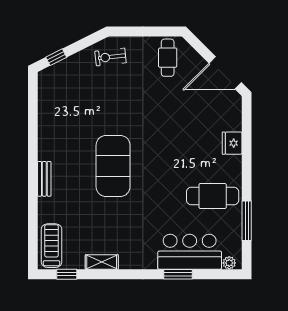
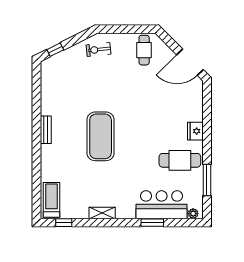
fridge: (232, 143) -> (195, 131), moved
bench: (44, 179) -> (46, 130), moved
shelving: (102, 262) -> (102, 213), moved

